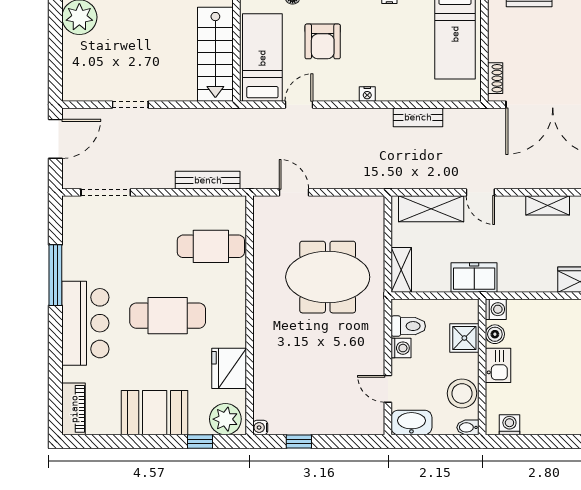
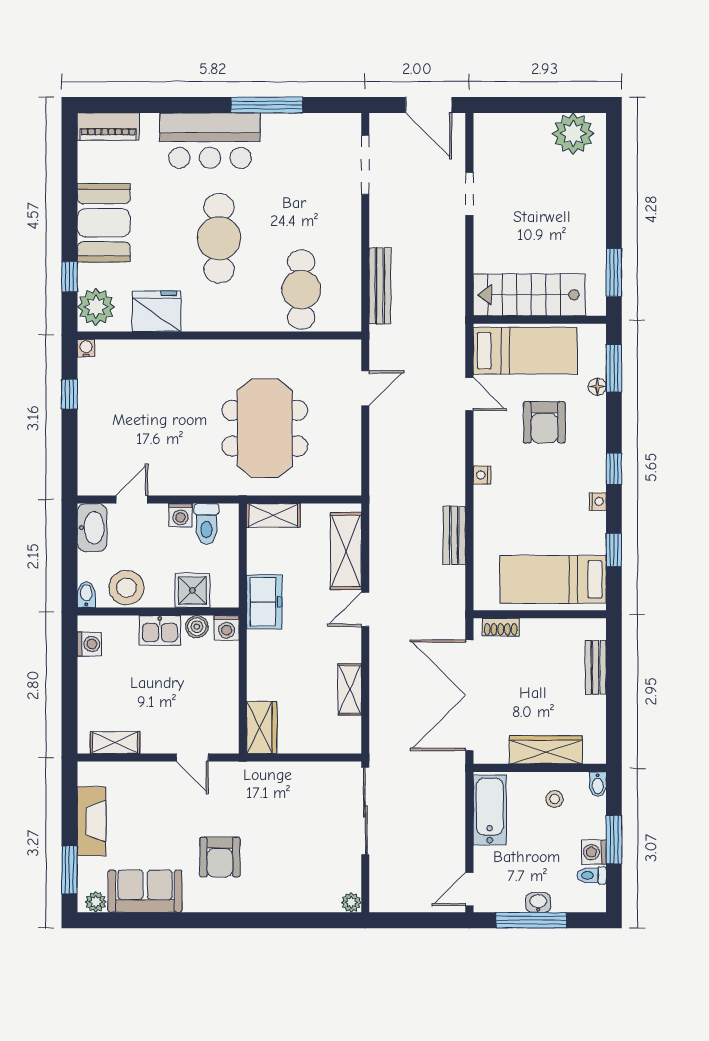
armchair: (323, 41) -> (544, 422), turned -90

